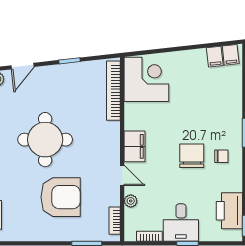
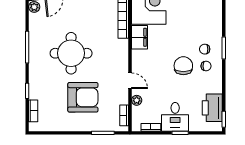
chair: (220, 134) -> (205, 49), added
filing cabinet: (134, 146) -> (140, 37), moved

